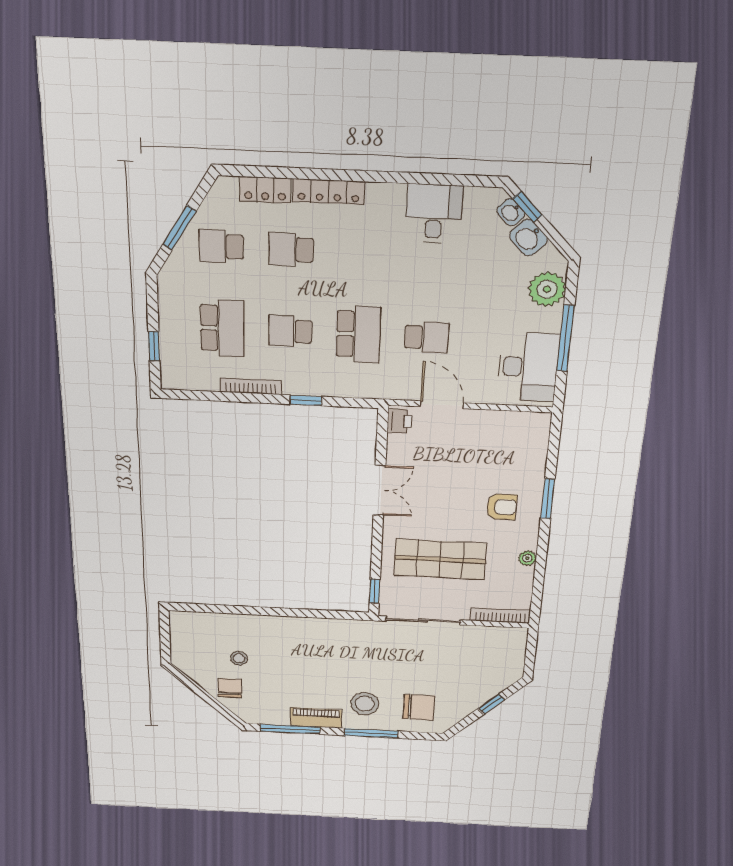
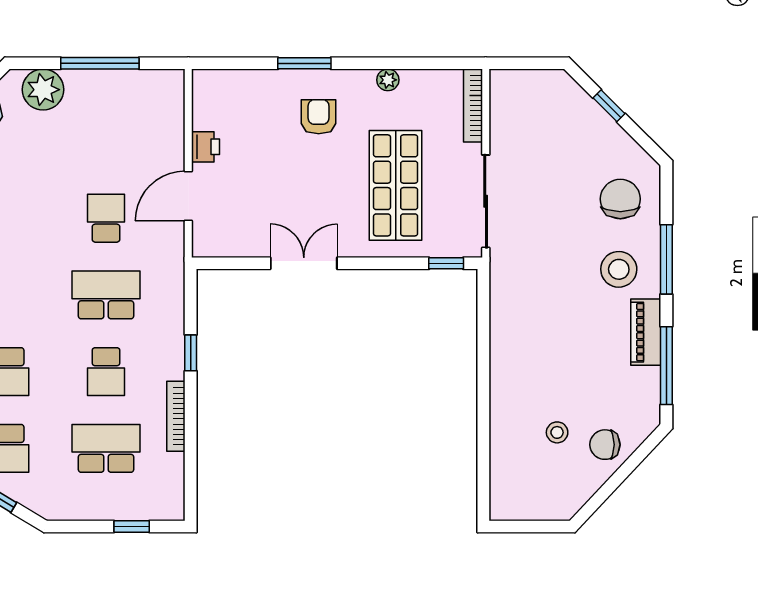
desk: (528, 367) -> (136, 102), removed
printer: (399, 421) -> (206, 147), moved, turned 90

